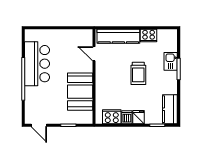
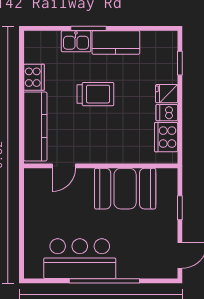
kitchen counter: (170, 109) -> (116, 43), moved

